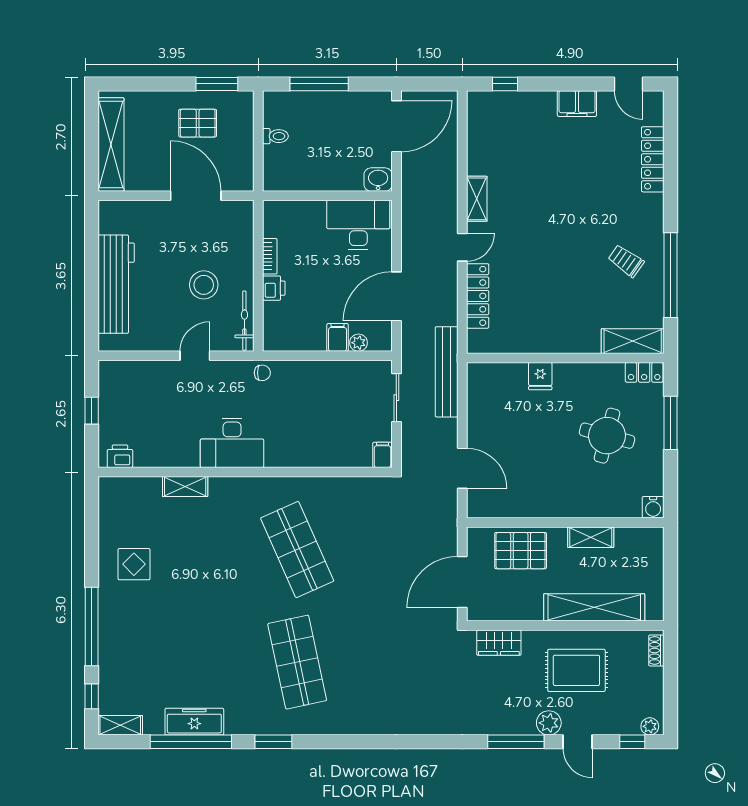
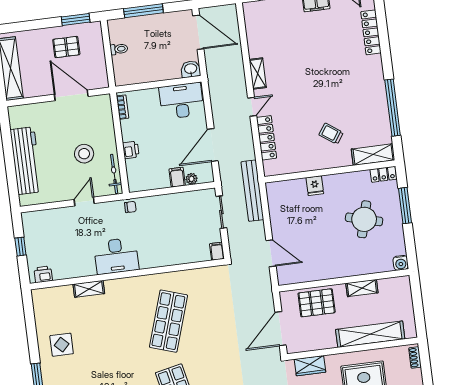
door: (396, 126) -> (198, 32), hinge flipped
bookcase: (270, 256) -> (123, 107), moved
trolley: (626, 261) -> (331, 134), moved
shop shelf: (297, 550) -> (168, 321), turned 42

